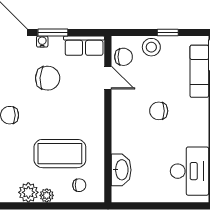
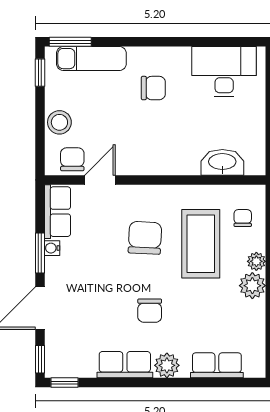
window: (168, 32) -> (40, 73), moved
water cooler: (42, 42) -> (52, 248), moved
chair: (48, 78) -> (145, 238), moved
chair: (159, 111) -> (153, 88), moved, turned -90

